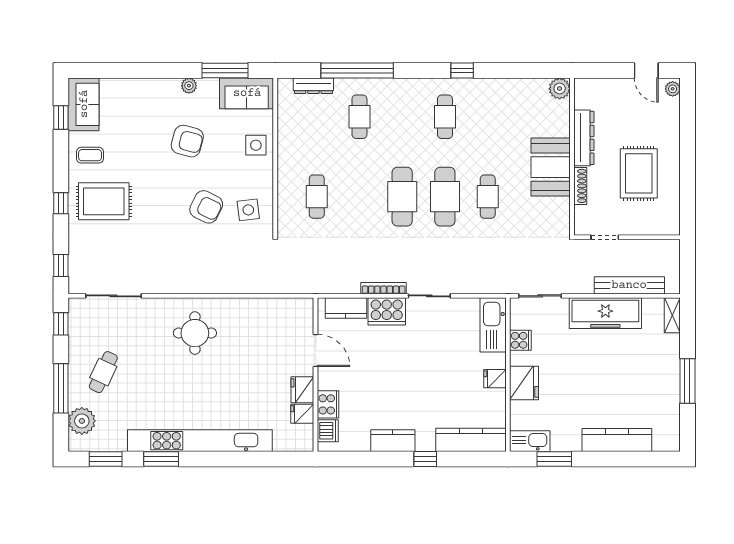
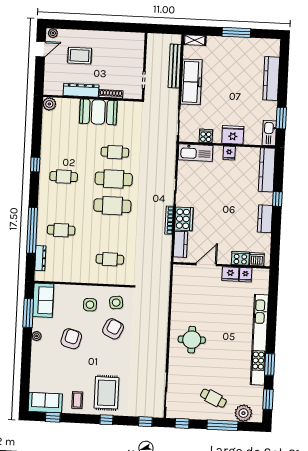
side table: (256, 145) -> (90, 305), moved
rug: (639, 173) -> (80, 56), moved, width x0.73, depth x0.70

